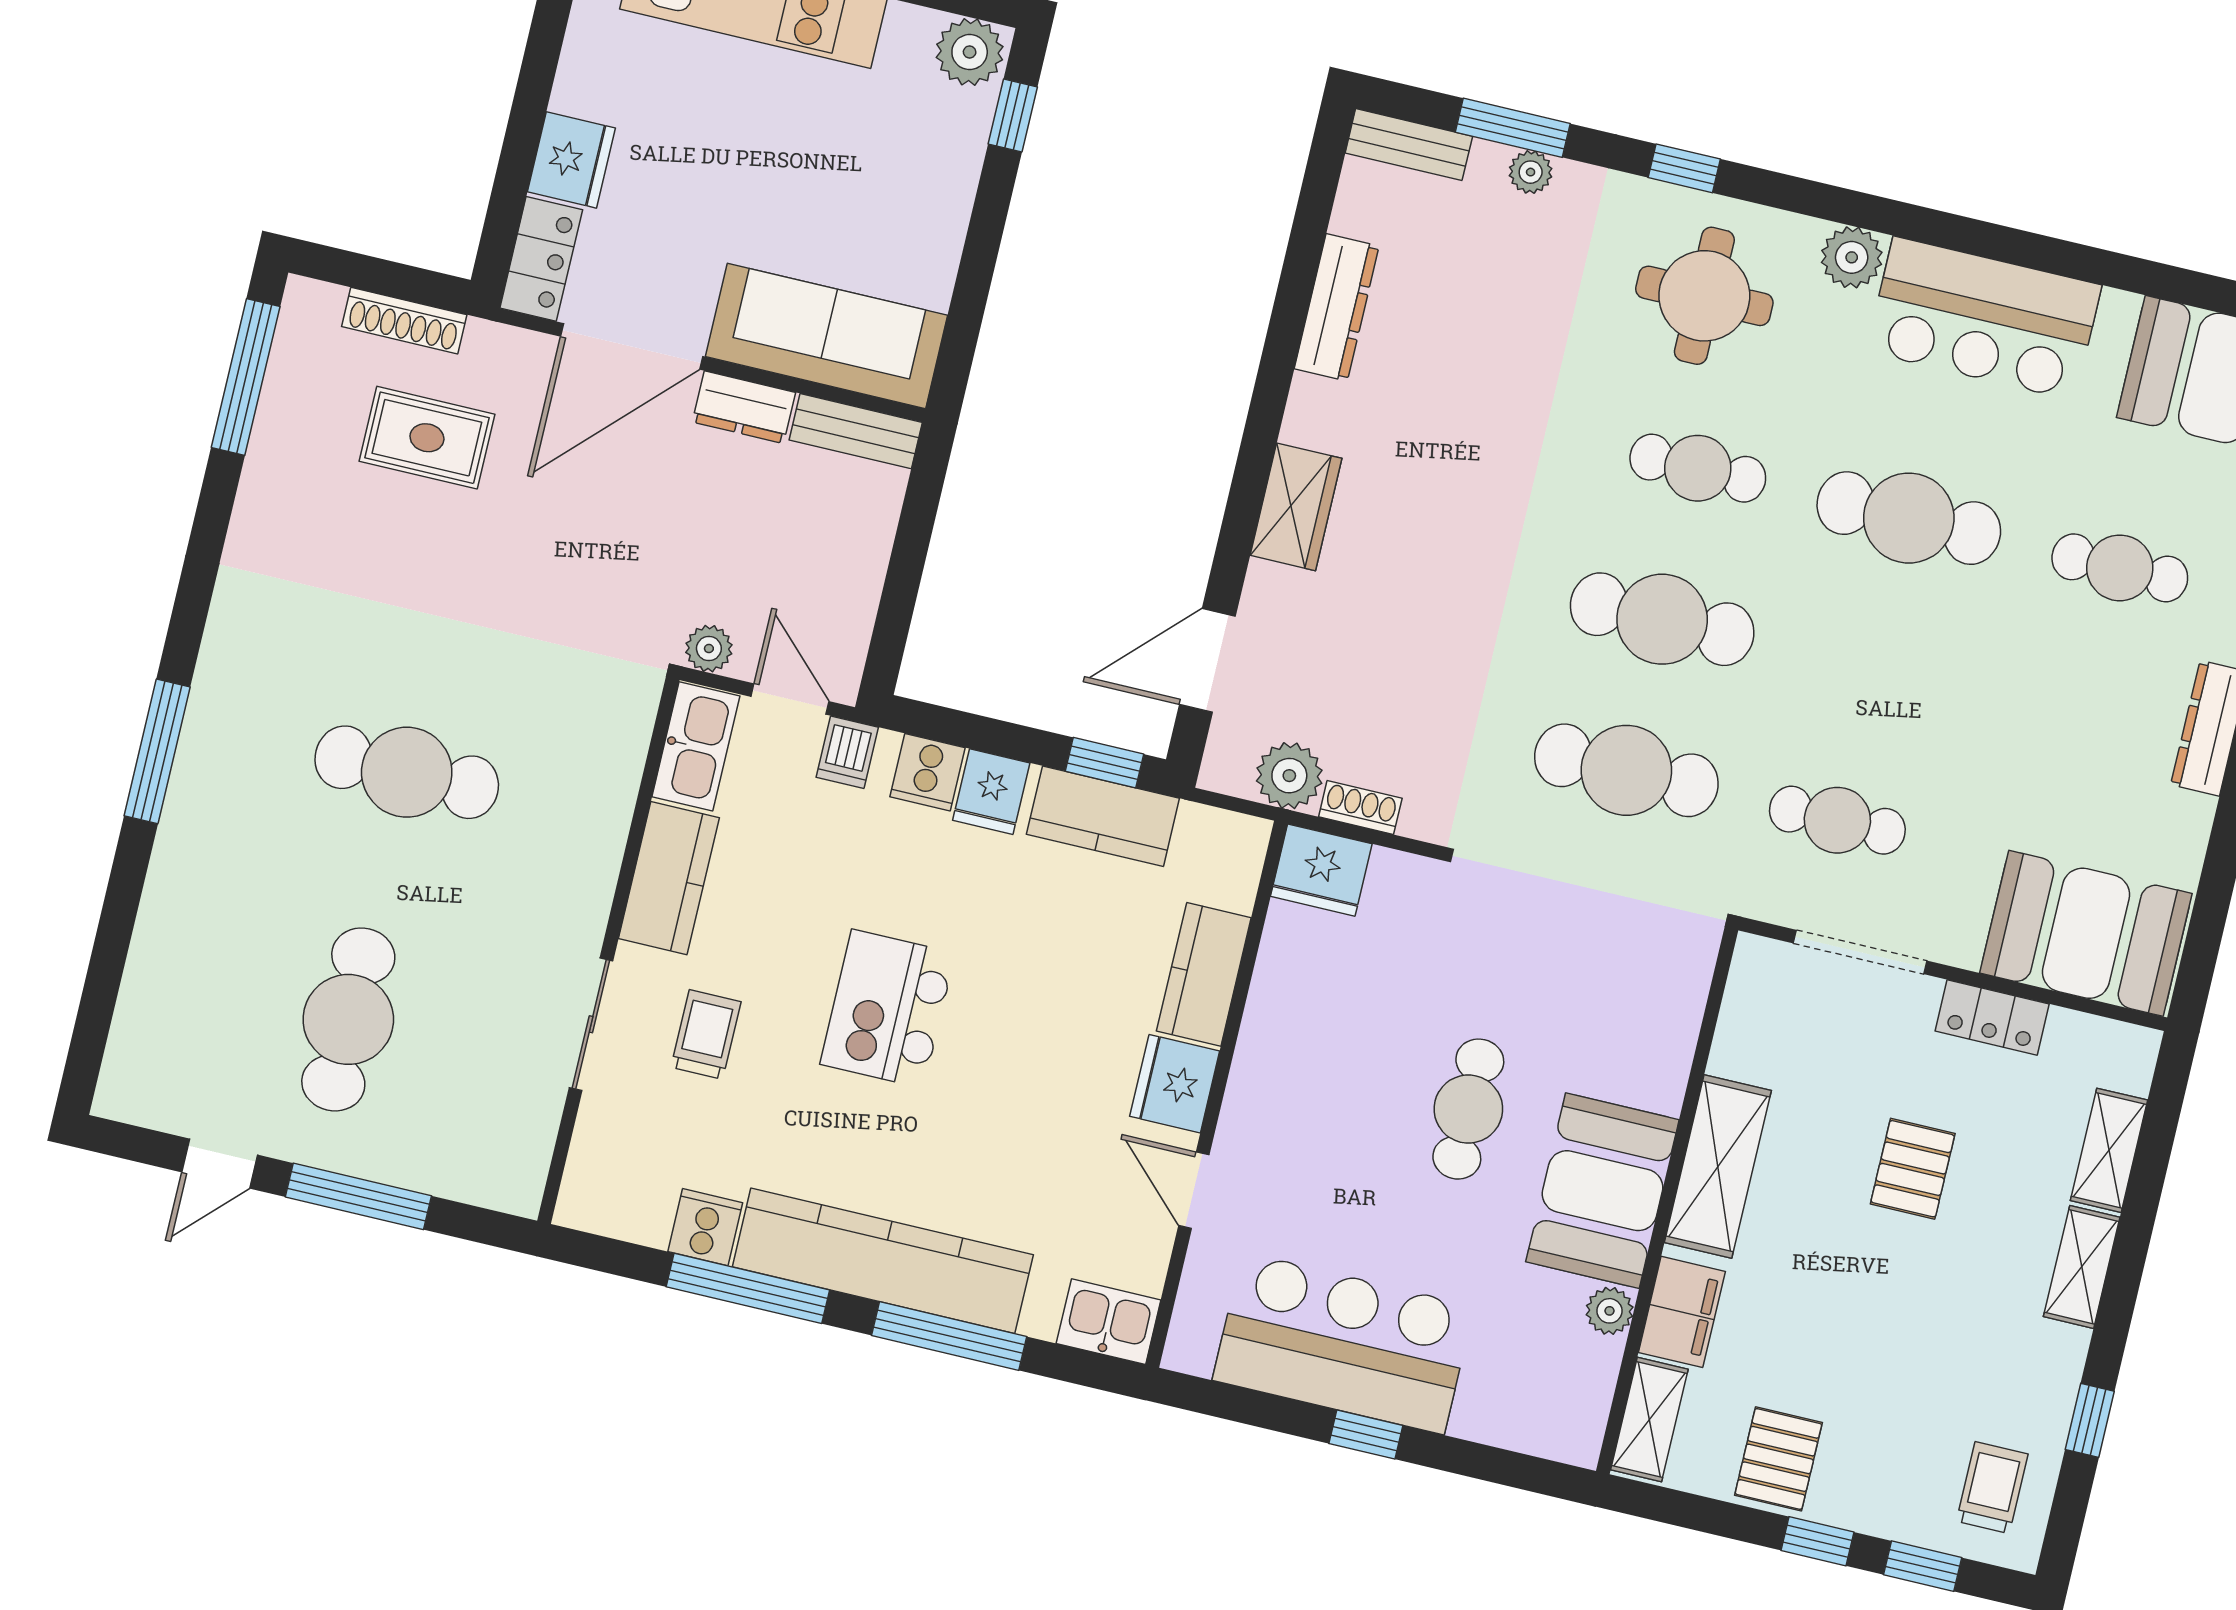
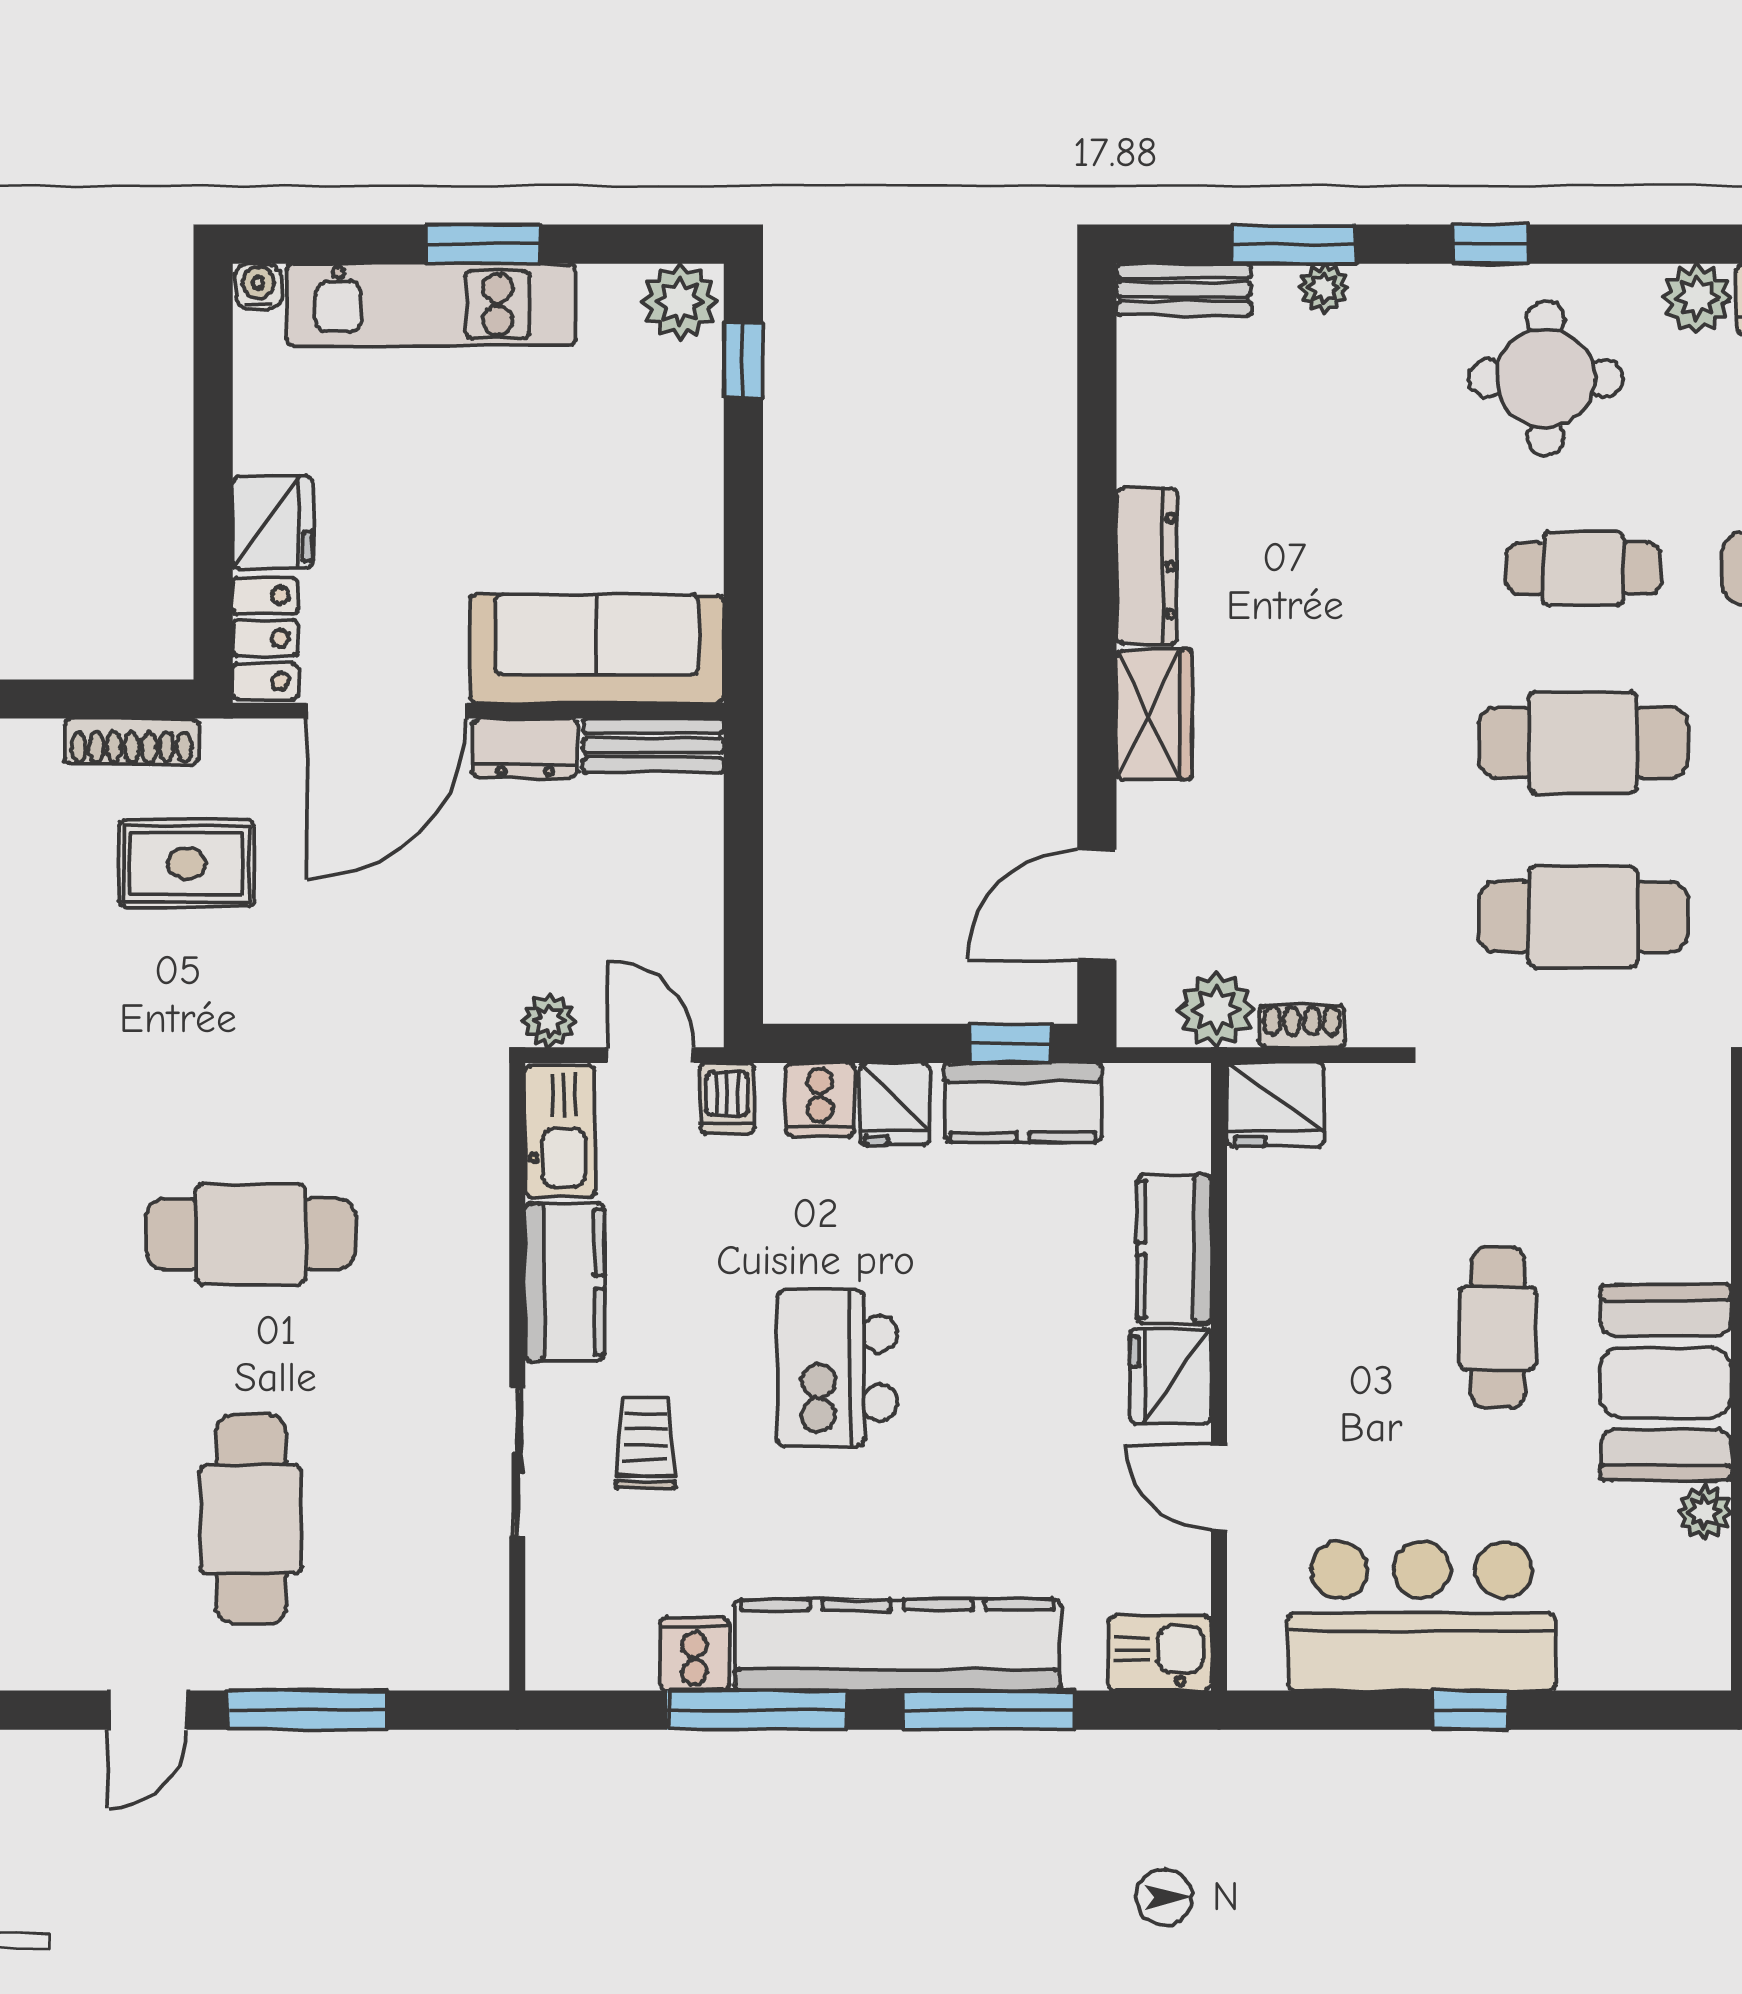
dresser: (1337, 307) -> (1147, 566), moved

